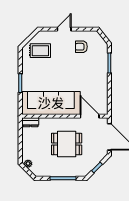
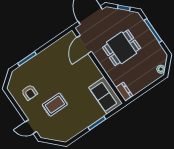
door: (64, 29) -> (31, 127), moved
rug: (40, 51) -> (55, 105), moved, turned 90
sofa: (51, 103) -> (106, 95), width x0.54, depth x0.79
dining table: (67, 144) -> (122, 48), turned 90

